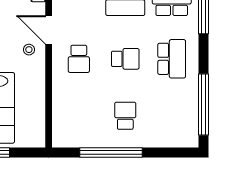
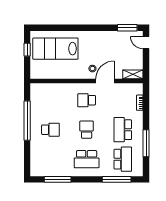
school desk: (125, 59) -> (87, 130), turned 180
window: (204, 104) -> (58, 179), width x0.68

